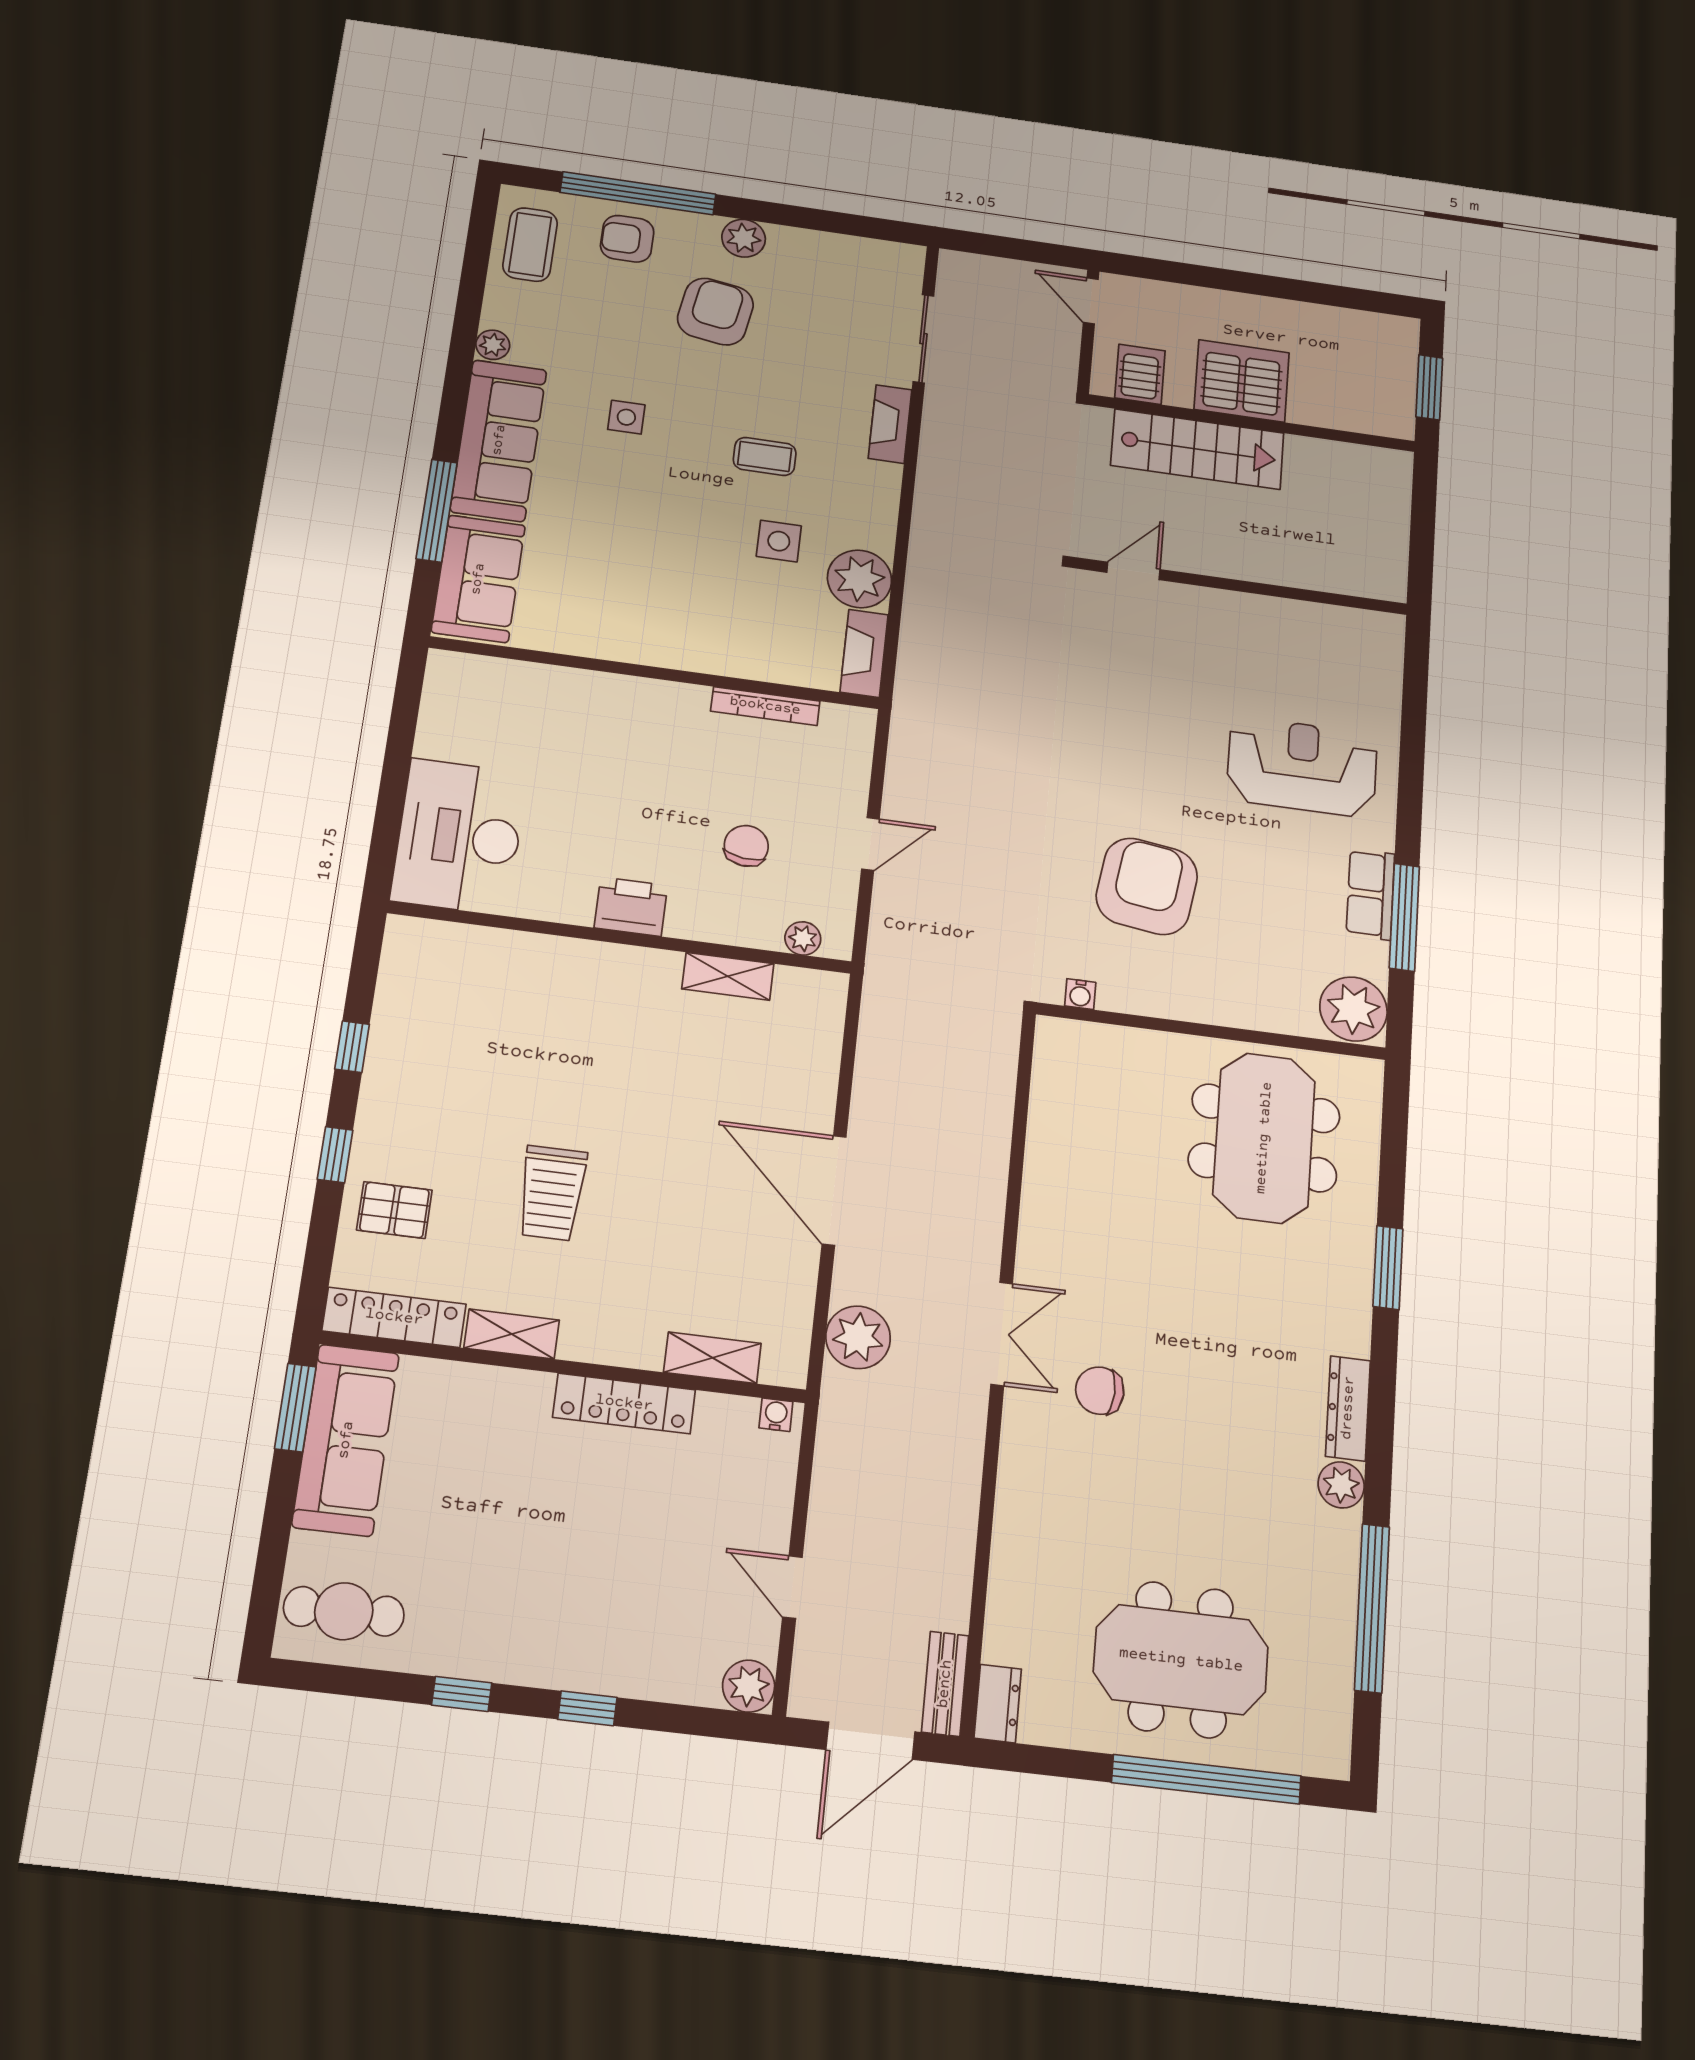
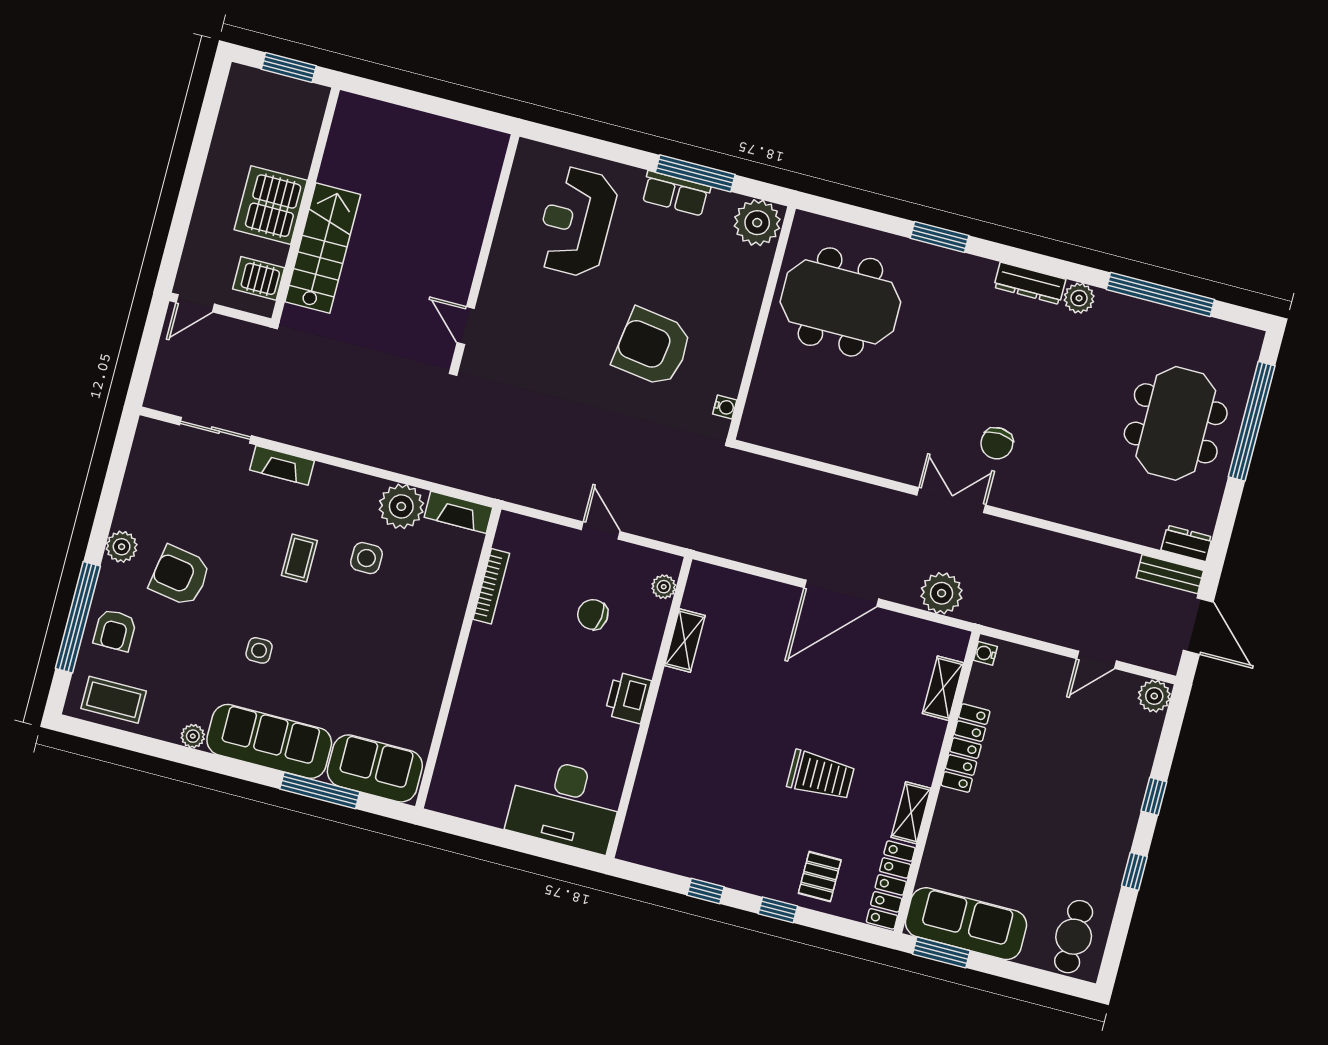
door: (1133, 571) -> (466, 326), moved
wall: (1241, 586) -> (485, 251), moved

